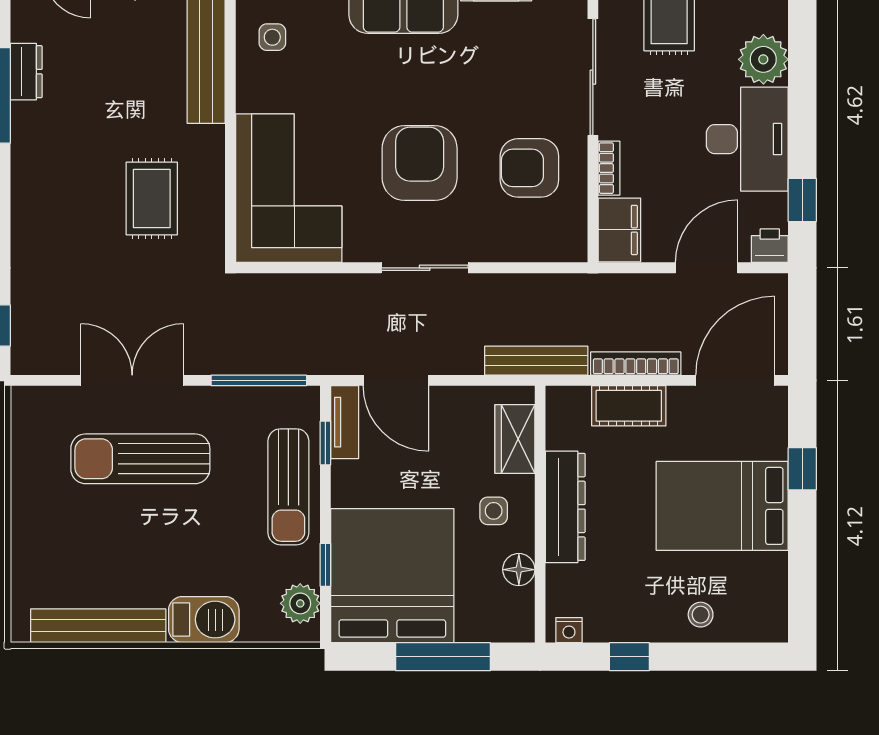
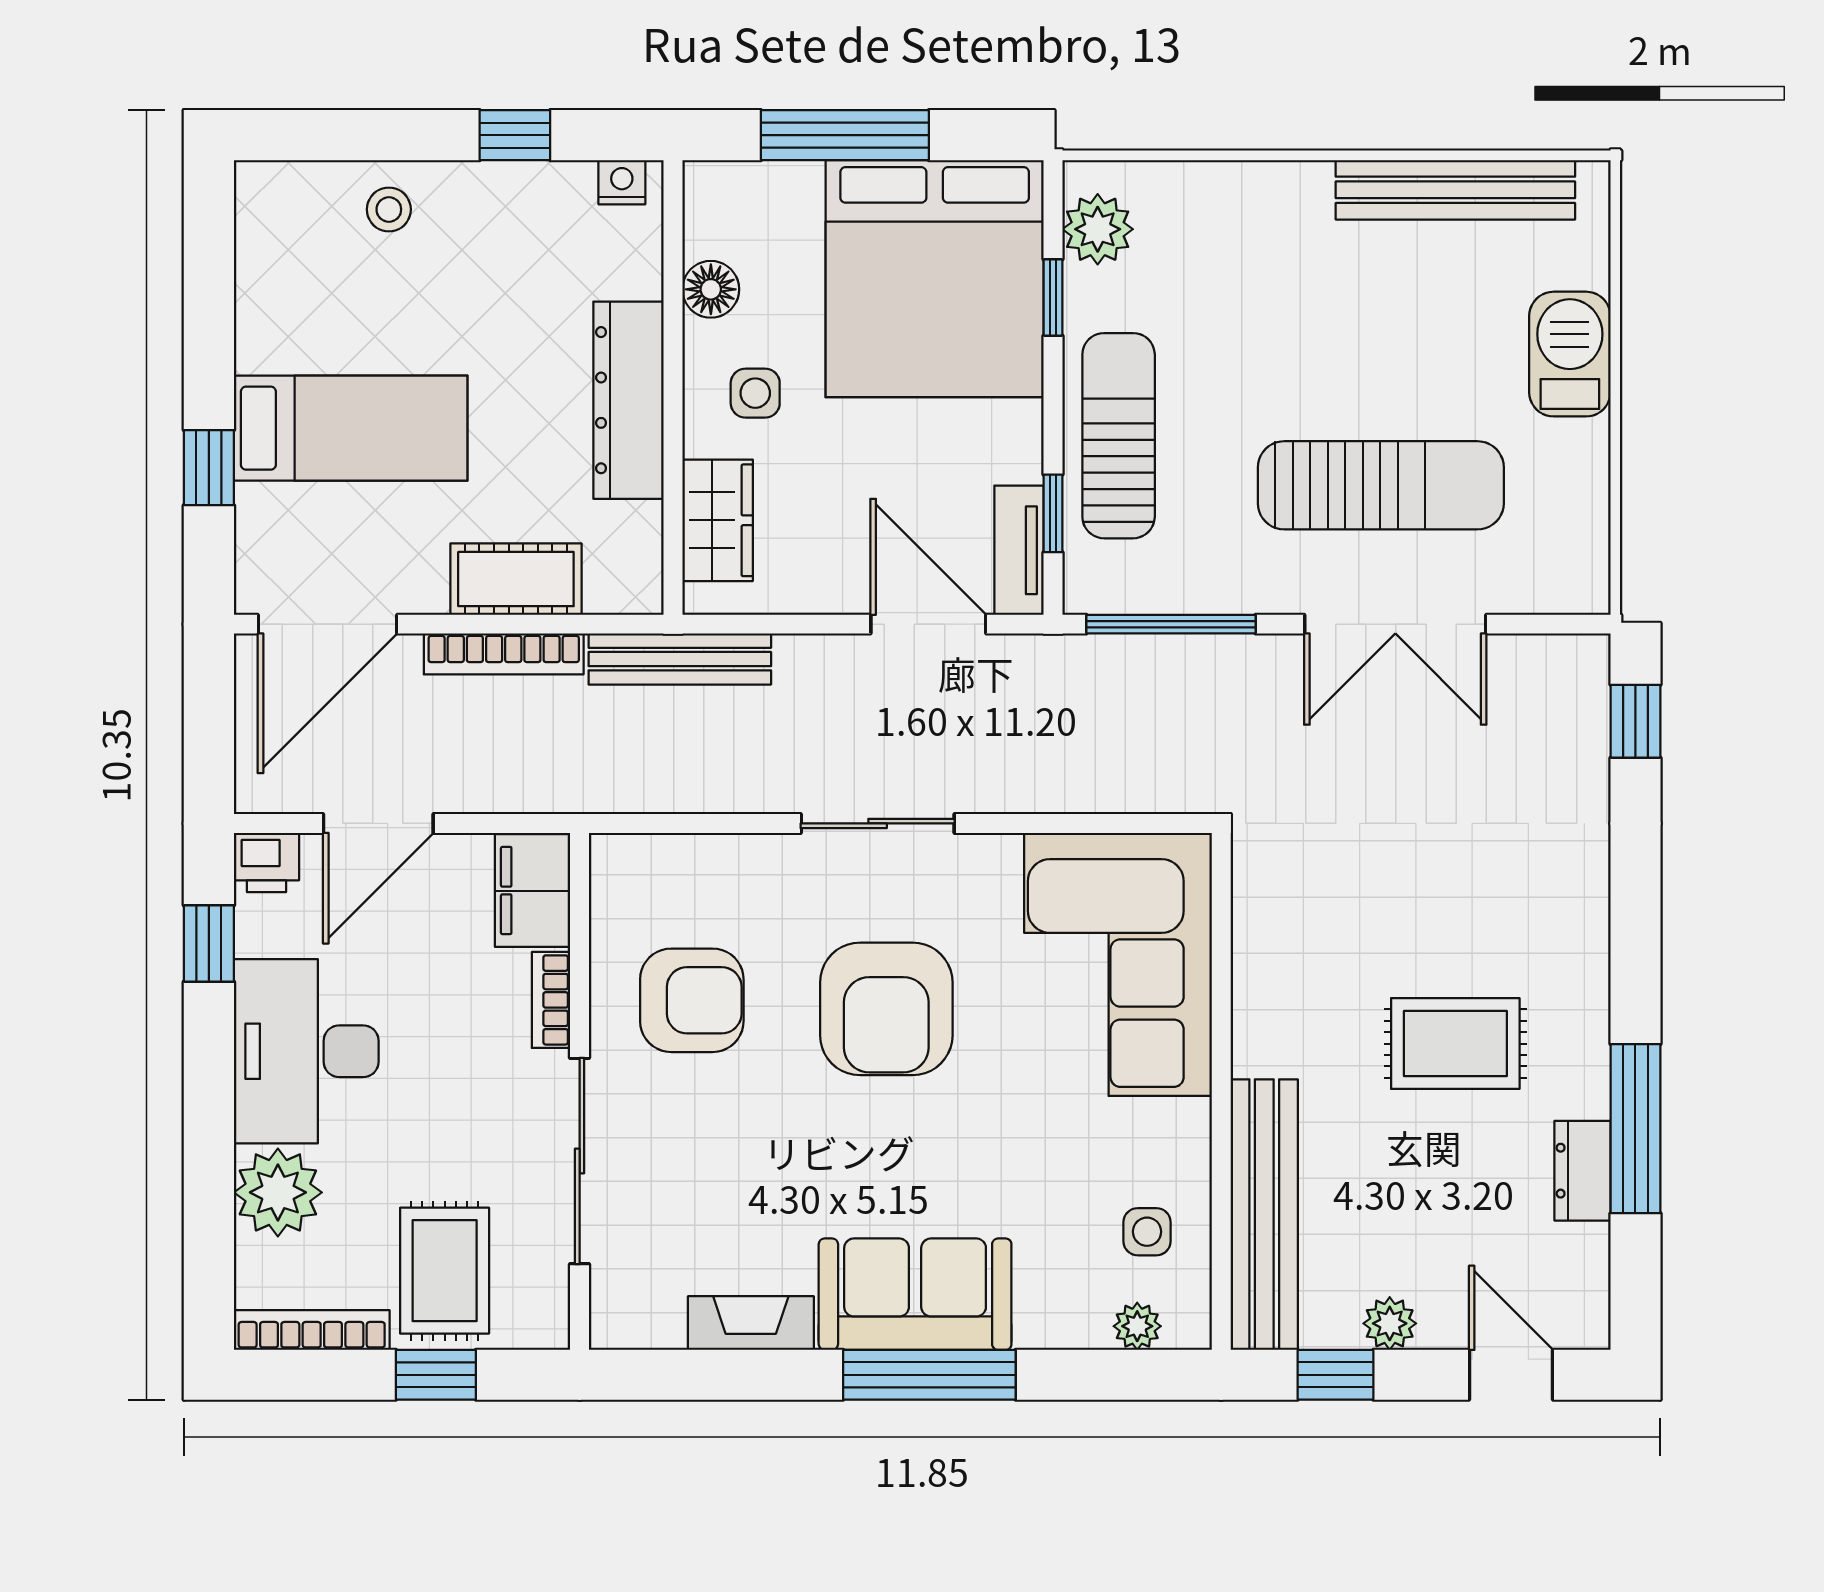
rug: (152, 198) -> (1455, 1044), moved, turned 90
bed: (722, 506) -> (351, 428), width x0.67
barbecue: (204, 620) -> (1570, 354), moved, turned 90

